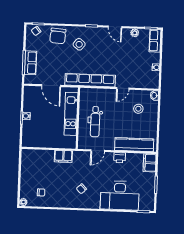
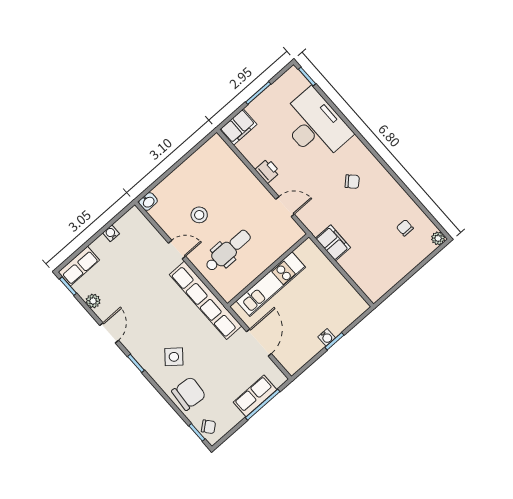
stool: (138, 109) -> (199, 215), moved
dental chair: (95, 122) -> (228, 251), moved
kitchen counter: (134, 145) -> (234, 168), removed

